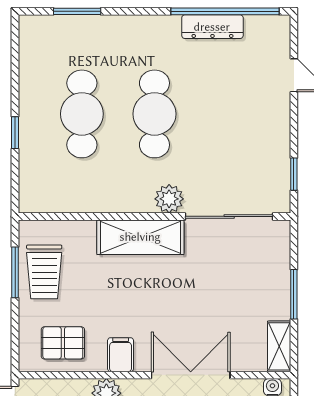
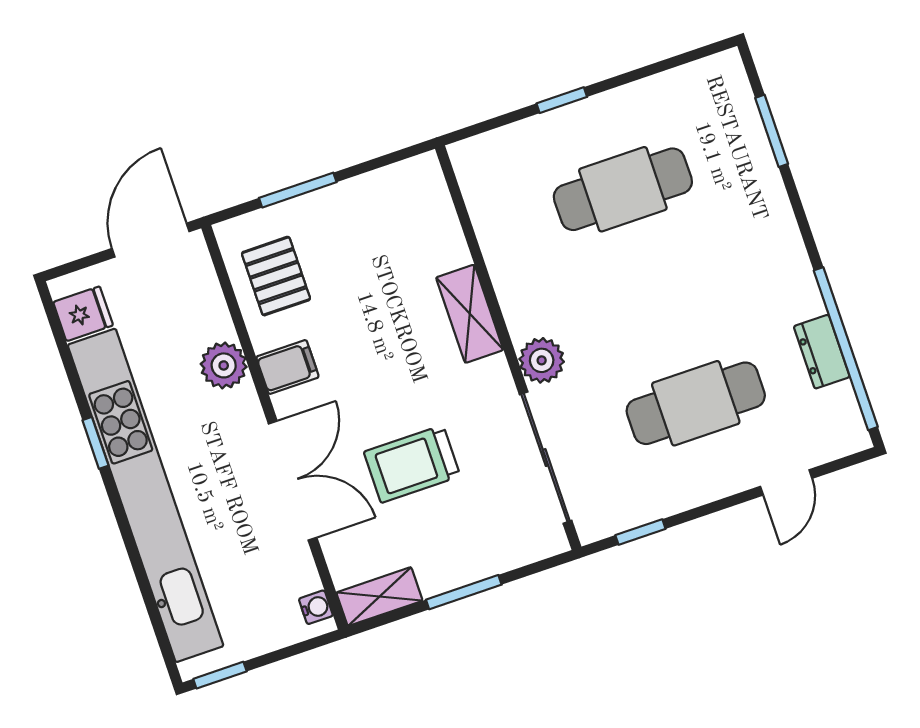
dresser: (212, 27) -> (822, 352), width x0.70
cafe table: (154, 114) -> (696, 403), moved
shelving: (140, 237) -> (470, 314), width x0.67, depth x0.75
window: (15, 272) -> (298, 190), moved
trolley: (44, 272) -> (412, 464), moved

